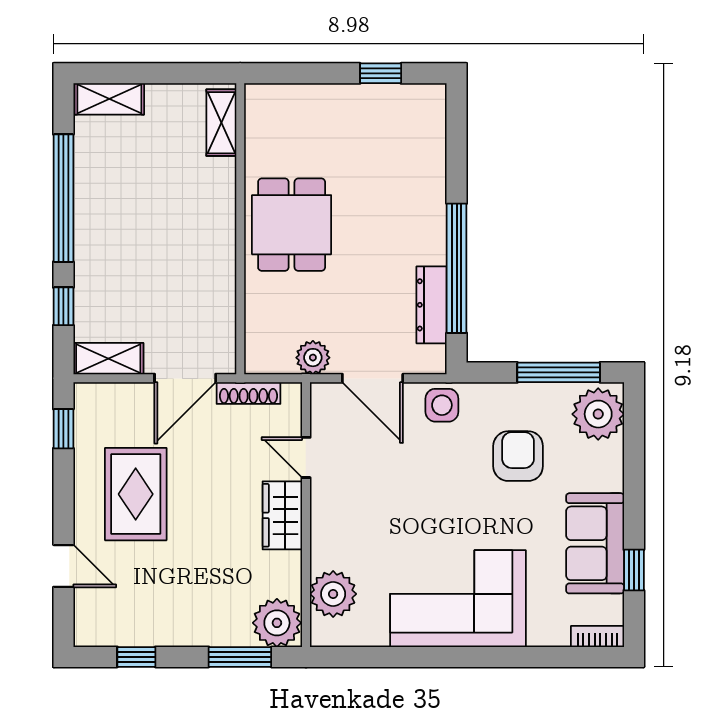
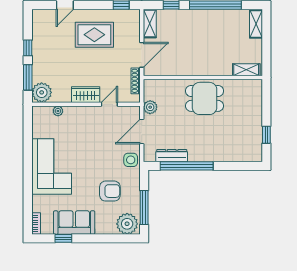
door: (185, 378) -> (142, 55), swing flipped
plant: (333, 594) -> (58, 111), width x0.53, depth x0.53
window: (136, 657) -> (28, 48), moved

